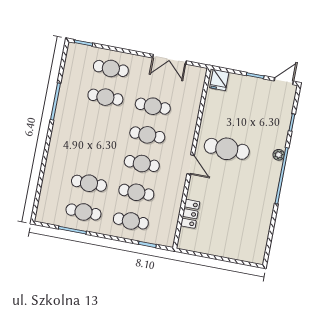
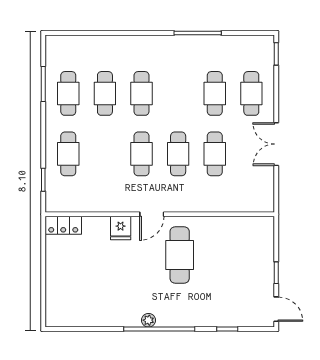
double door: (169, 59) -> (276, 144), moved
fridge: (219, 80) -> (121, 228), moved, turned -90
plant: (279, 155) -> (148, 320), moved
cafe table: (136, 192) -> (142, 93), moved
locker: (190, 214) -> (63, 225), moved

